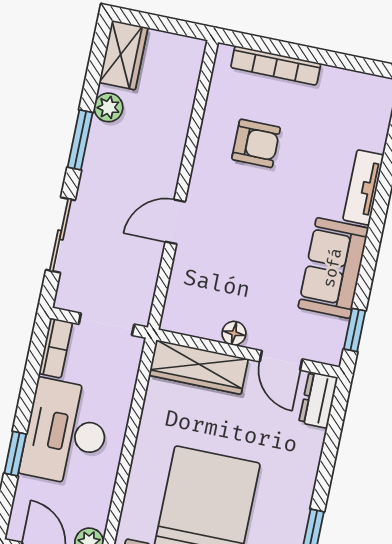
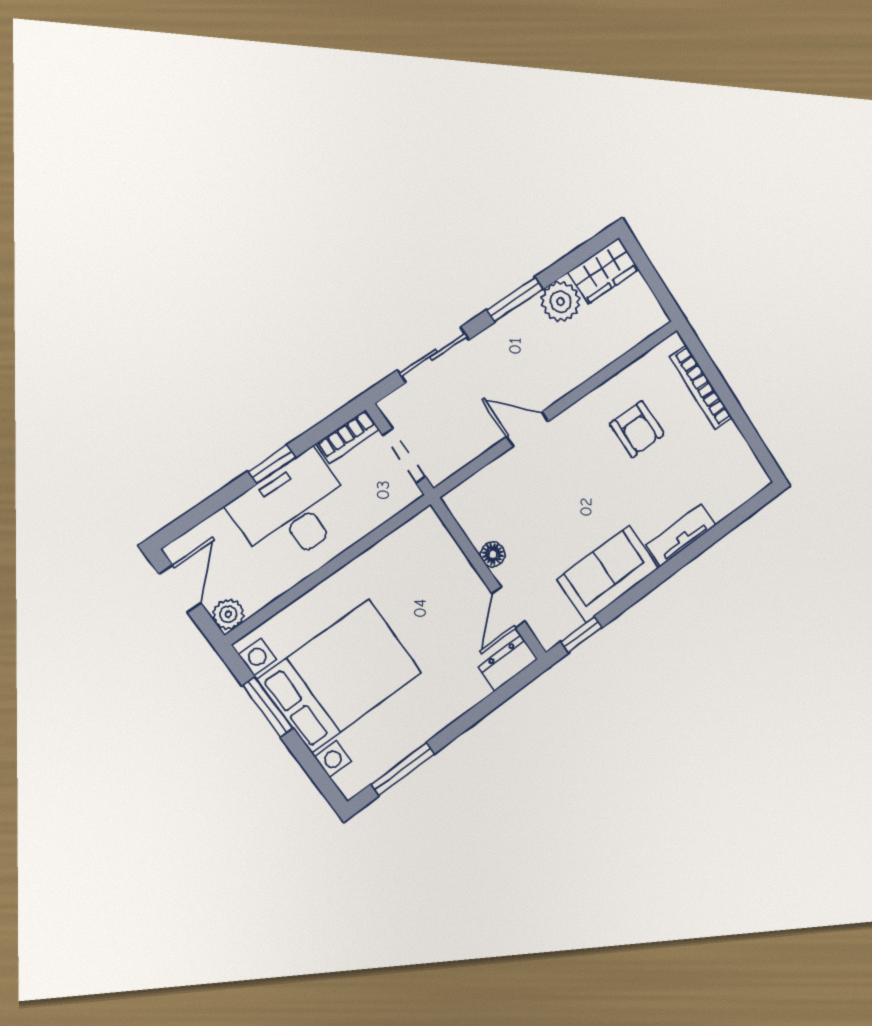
plant: (108, 107) -> (561, 302), width x1.38, depth x1.38
wardrobe: (199, 367) -> (443, 555), removed
window: (15, 454) -> (272, 464), moved

